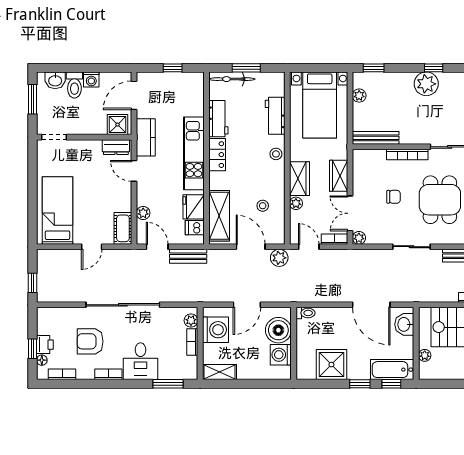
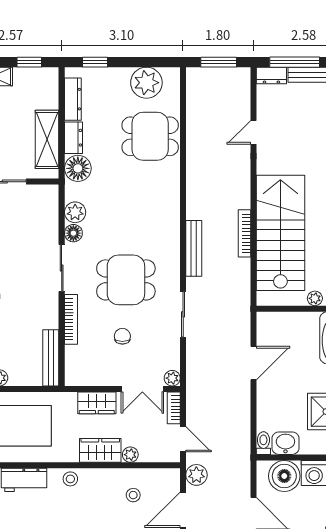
door: (309, 247) -> (183, 439), swing flipped
door: (371, 305) -> (253, 363), width x0.73
washbasin: (404, 324) -> (285, 443), moved, turned 180

